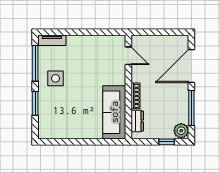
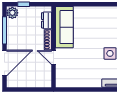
door: (128, 56) -> (53, 57), moved

